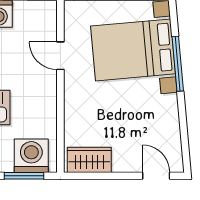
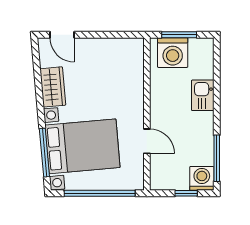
window: (178, 64) -> (44, 153), moved
wardrobe: (89, 160) -> (53, 87), moved, turned -95

